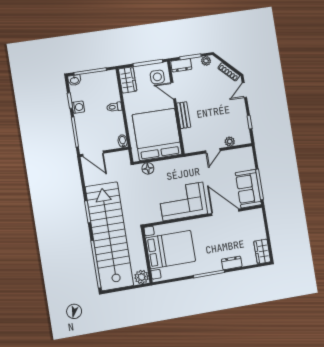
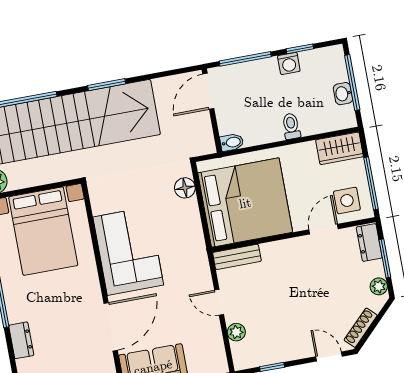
washbasin: (74, 80) -> (343, 94), moved
bench: (184, 115) -> (237, 257), moved

